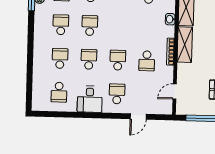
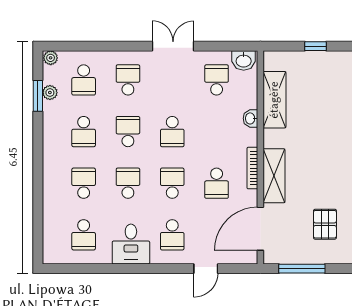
school desk: (61, 25) -> (84, 132), turned 180
school desk: (119, 26) -> (172, 132), added
shelving: (185, 45) -> (274, 176), moved
door: (175, 91) -> (260, 229), width x1.88
school desk: (117, 94) -> (172, 235), turned 180

